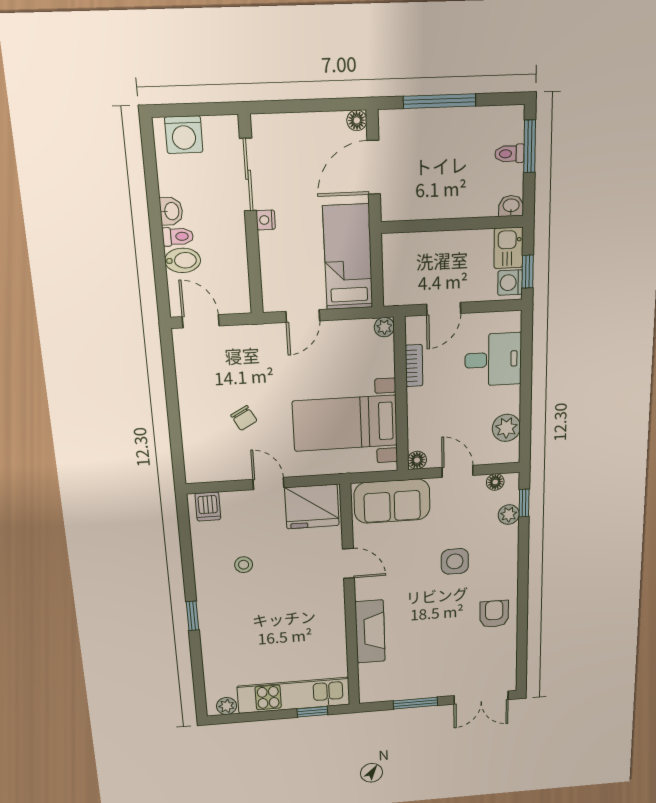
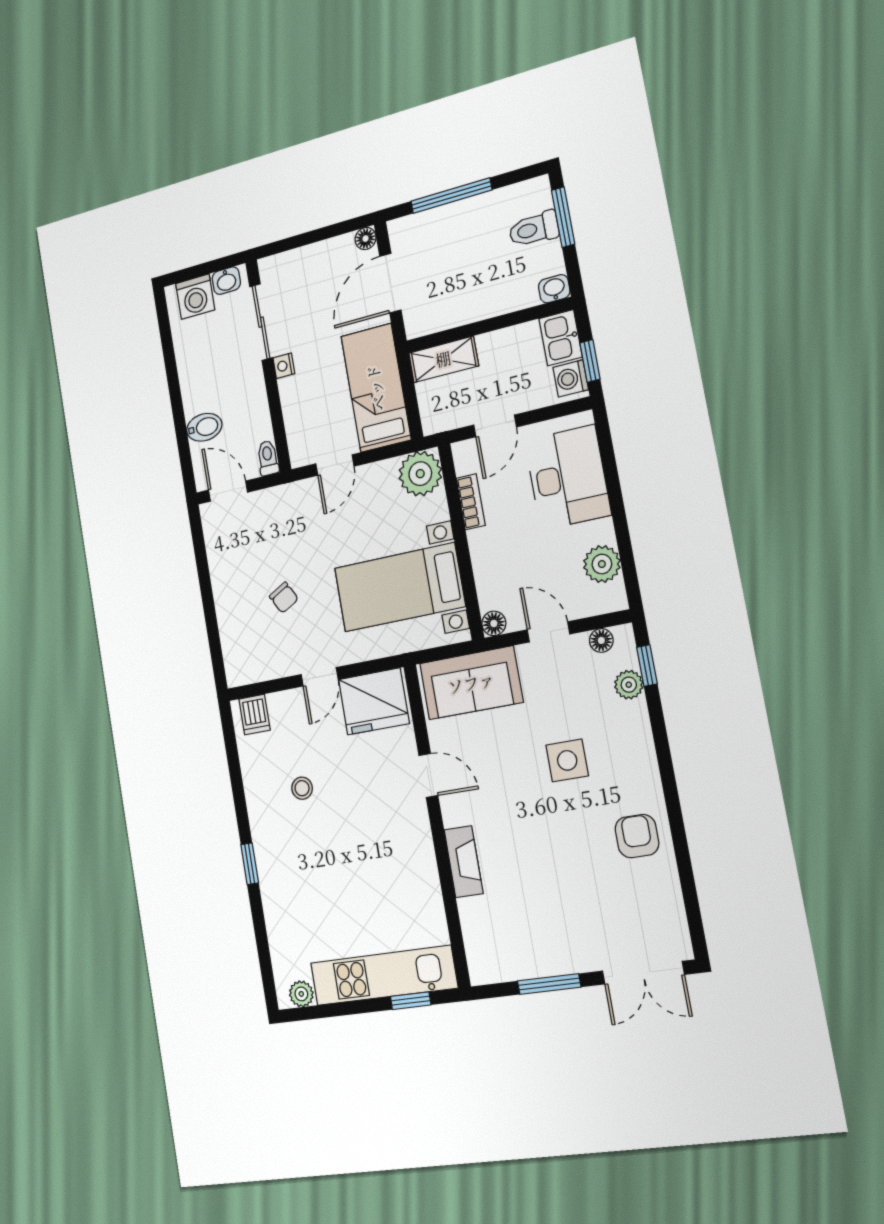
toilet: (510, 154) -> (534, 229), width x1.37, depth x1.39
washbasin: (171, 211) -> (226, 281), moved, turned 90
toilet: (178, 236) -> (268, 458), moved, turned -90
shelving: (410, 245) -> (443, 359), added
plant: (384, 327) -> (420, 474), width x1.87, depth x1.87
desk: (493, 360) -> (568, 477), width x1.37
door: (268, 484) -> (320, 677), swing flipped
fireplace: (370, 632) -> (464, 862), width x0.73, depth x0.76

